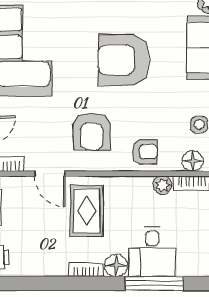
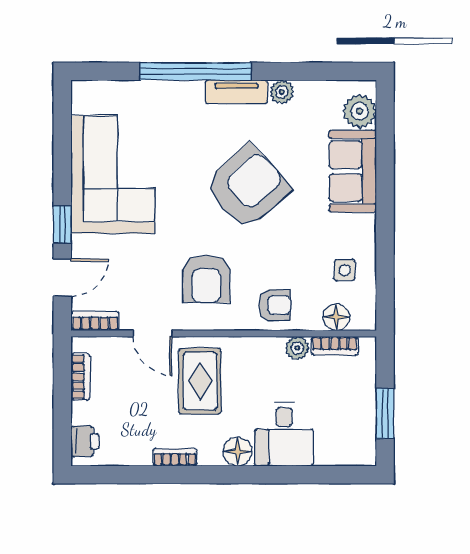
armchair: (124, 60) -> (247, 187), turned 138
bookcase: (86, 270) -> (175, 457), moved
window: (154, 283) -> (287, 475), removed

